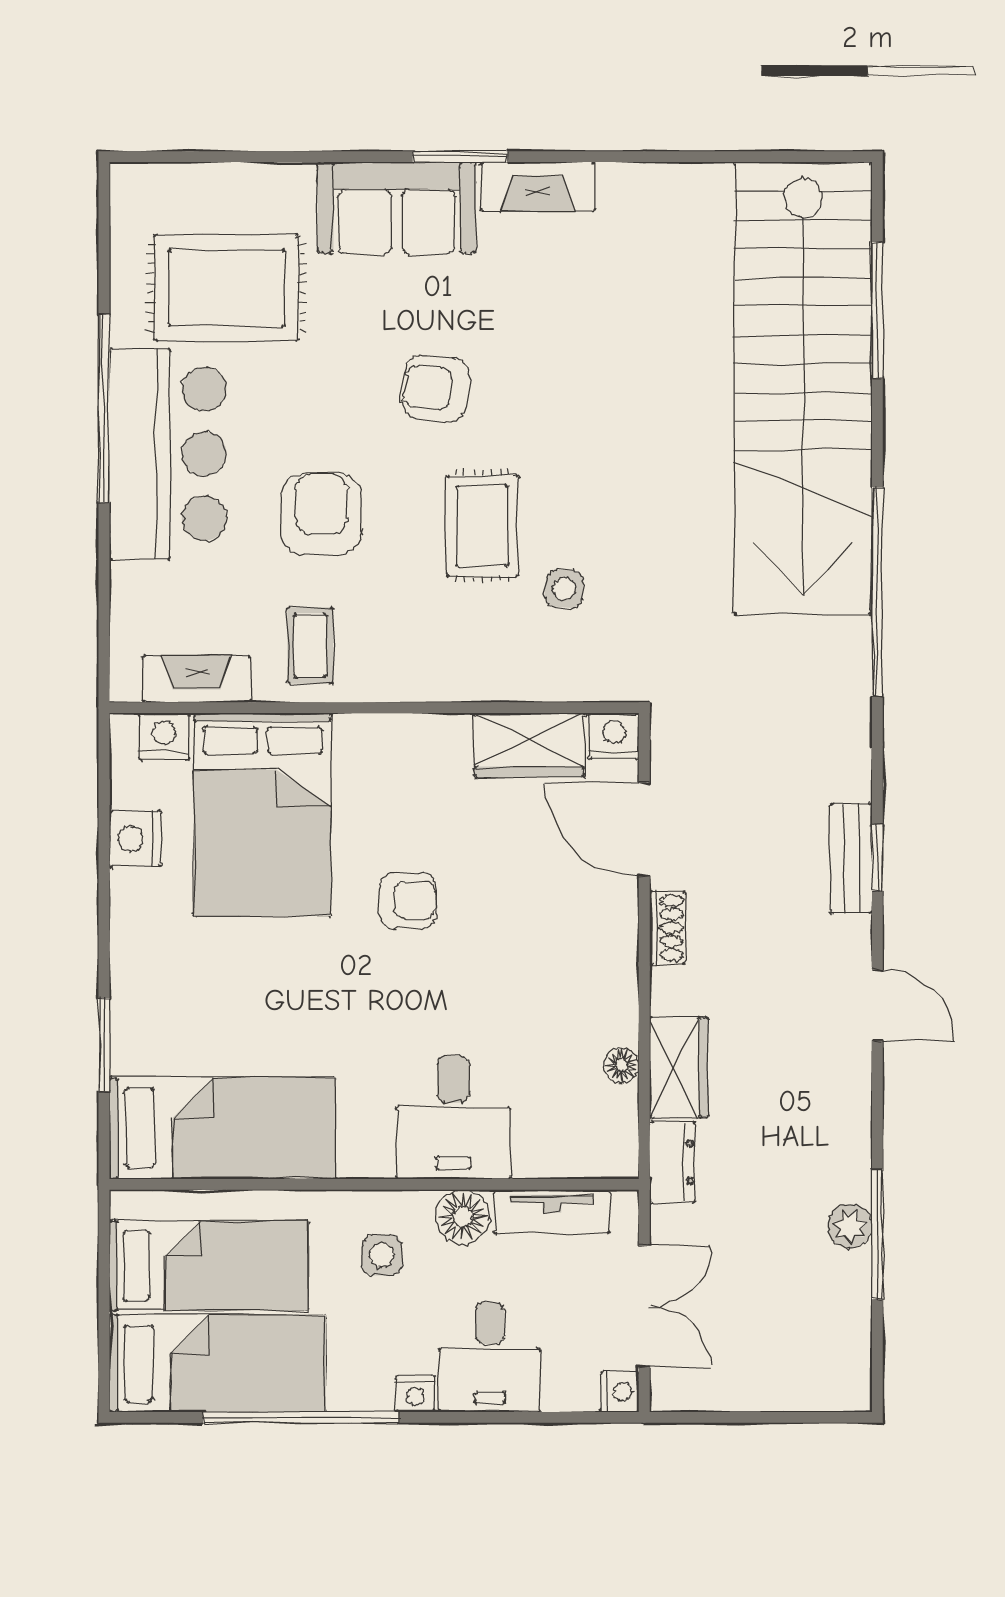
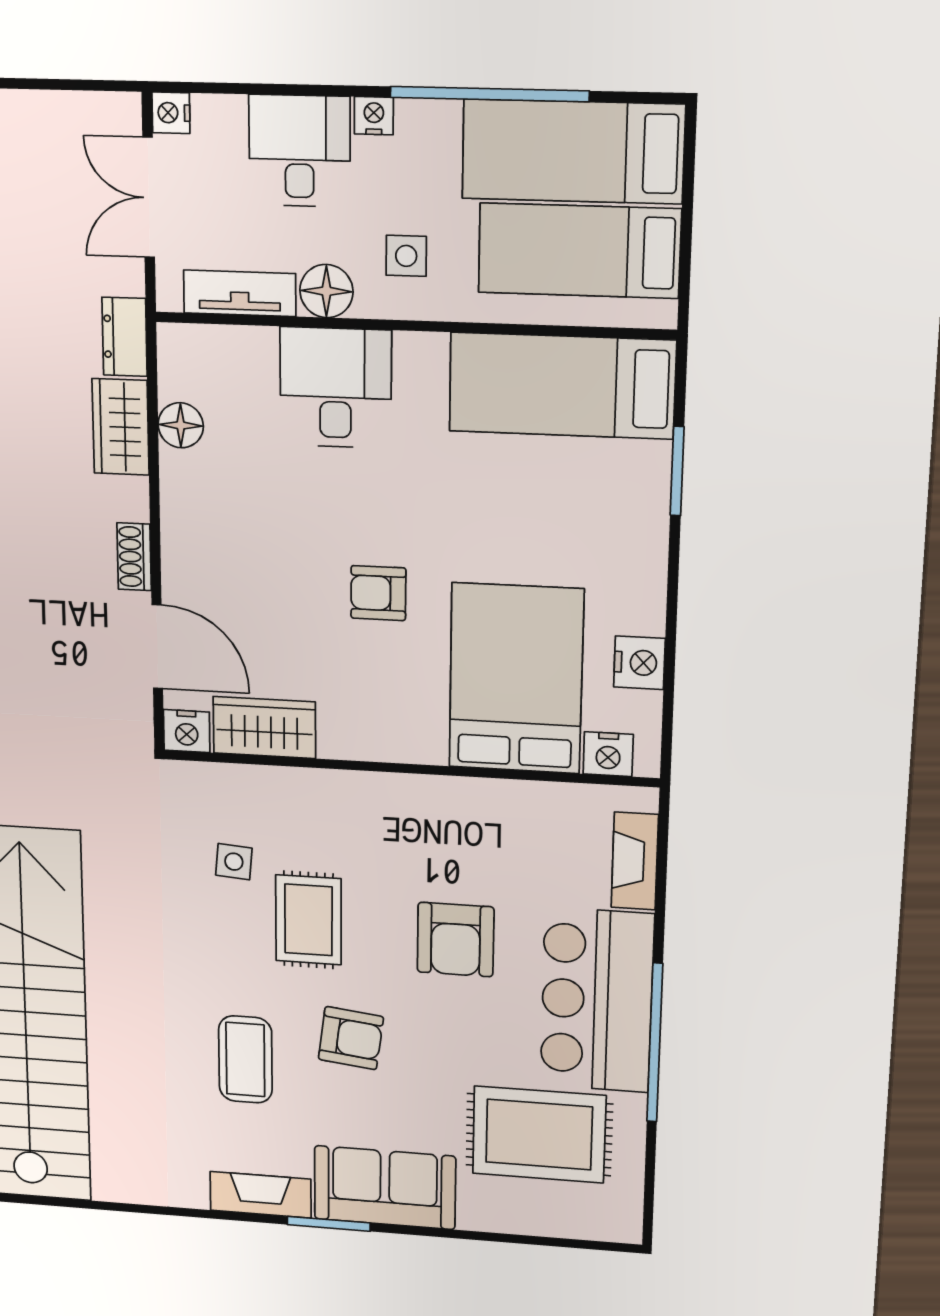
coffee table: (310, 646) -> (245, 1059), moved, width x1.36, depth x1.30
fireplace: (196, 679) -> (635, 861), moved, turned 90
floor lamp: (622, 1065) -> (181, 425), width x1.37, depth x1.37

